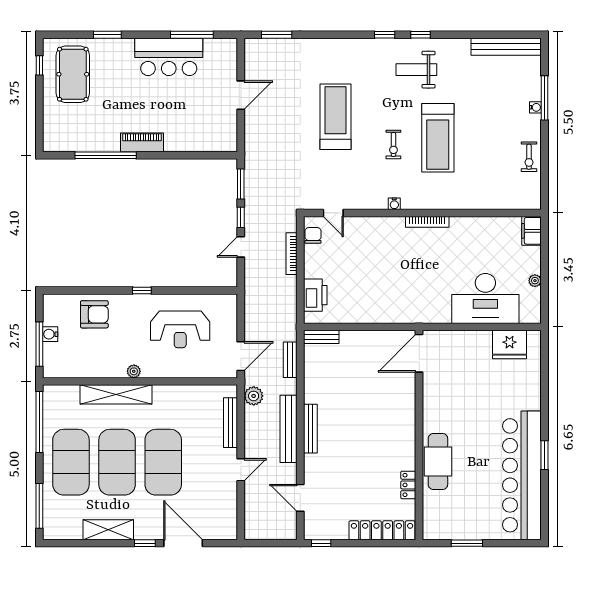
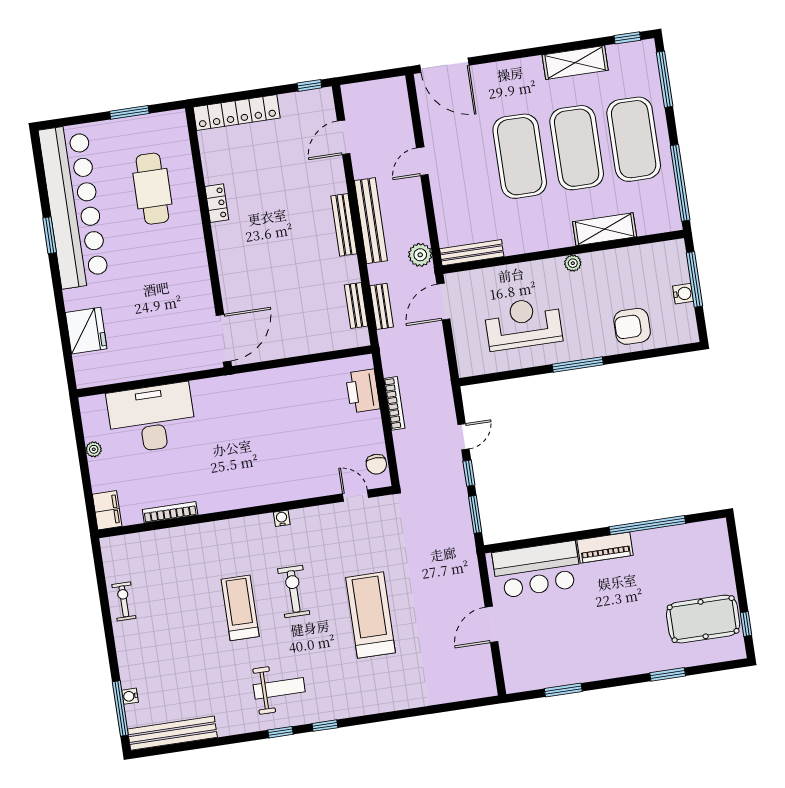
window: (192, 35) -> (563, 690), width x0.69
window: (277, 35) -> (458, 706), removed
bar counter: (169, 57) -> (537, 570), moved, turned 180
pool table: (73, 74) -> (703, 619), turned 90
window: (544, 98) -> (120, 708), moved
water cooler: (535, 107) -> (130, 696), moved
treadmill: (335, 117) -> (370, 615), turned 180
treadmill: (438, 138) -> (240, 608), width x0.73, depth x0.73
exercise bike: (393, 144) -> (294, 591), width x1.38, depth x1.39
bookcase: (427, 222) -> (170, 512), moved
bookcase: (292, 254) -> (394, 403), moved
window: (142, 291) -> (578, 364), width x2.17
bench: (321, 337) -> (356, 305), moved, turned 90
fridge: (510, 344) -> (86, 331), moved, turned 90
shelving: (116, 394) -> (605, 229), width x0.68
bench: (230, 423) -> (472, 253), moved, turned 90
cafe table: (438, 462) -> (152, 189), moved
locker: (408, 485) -> (217, 203), moved
door: (300, 498) -> (344, 137), swing flipped
window: (145, 543) -> (627, 38), moved
door: (183, 543) -> (444, 65), moved

